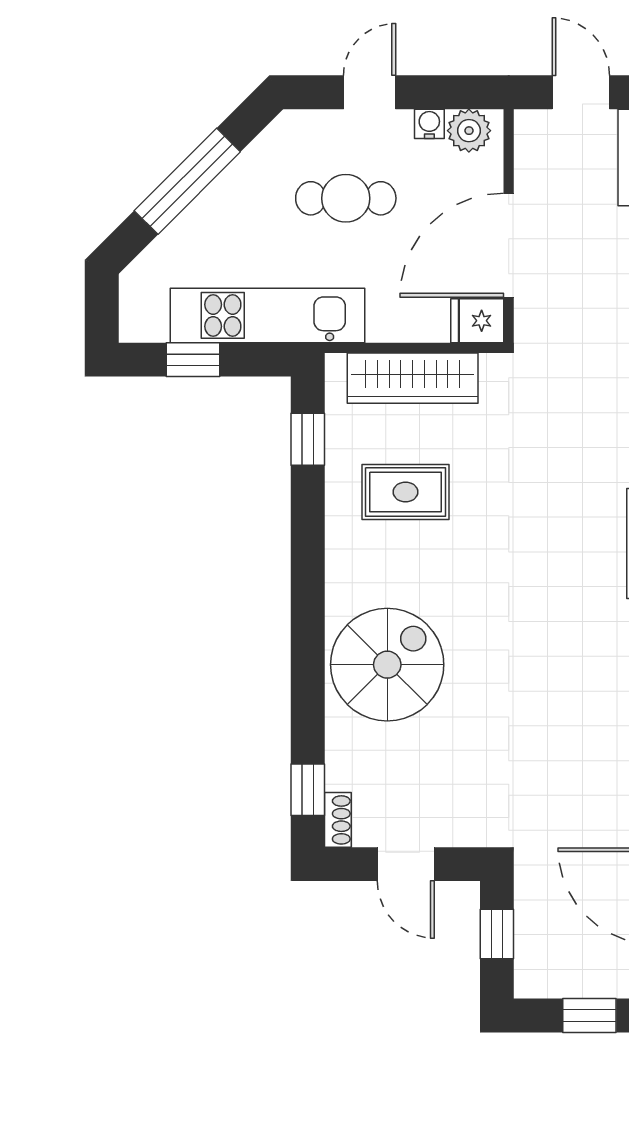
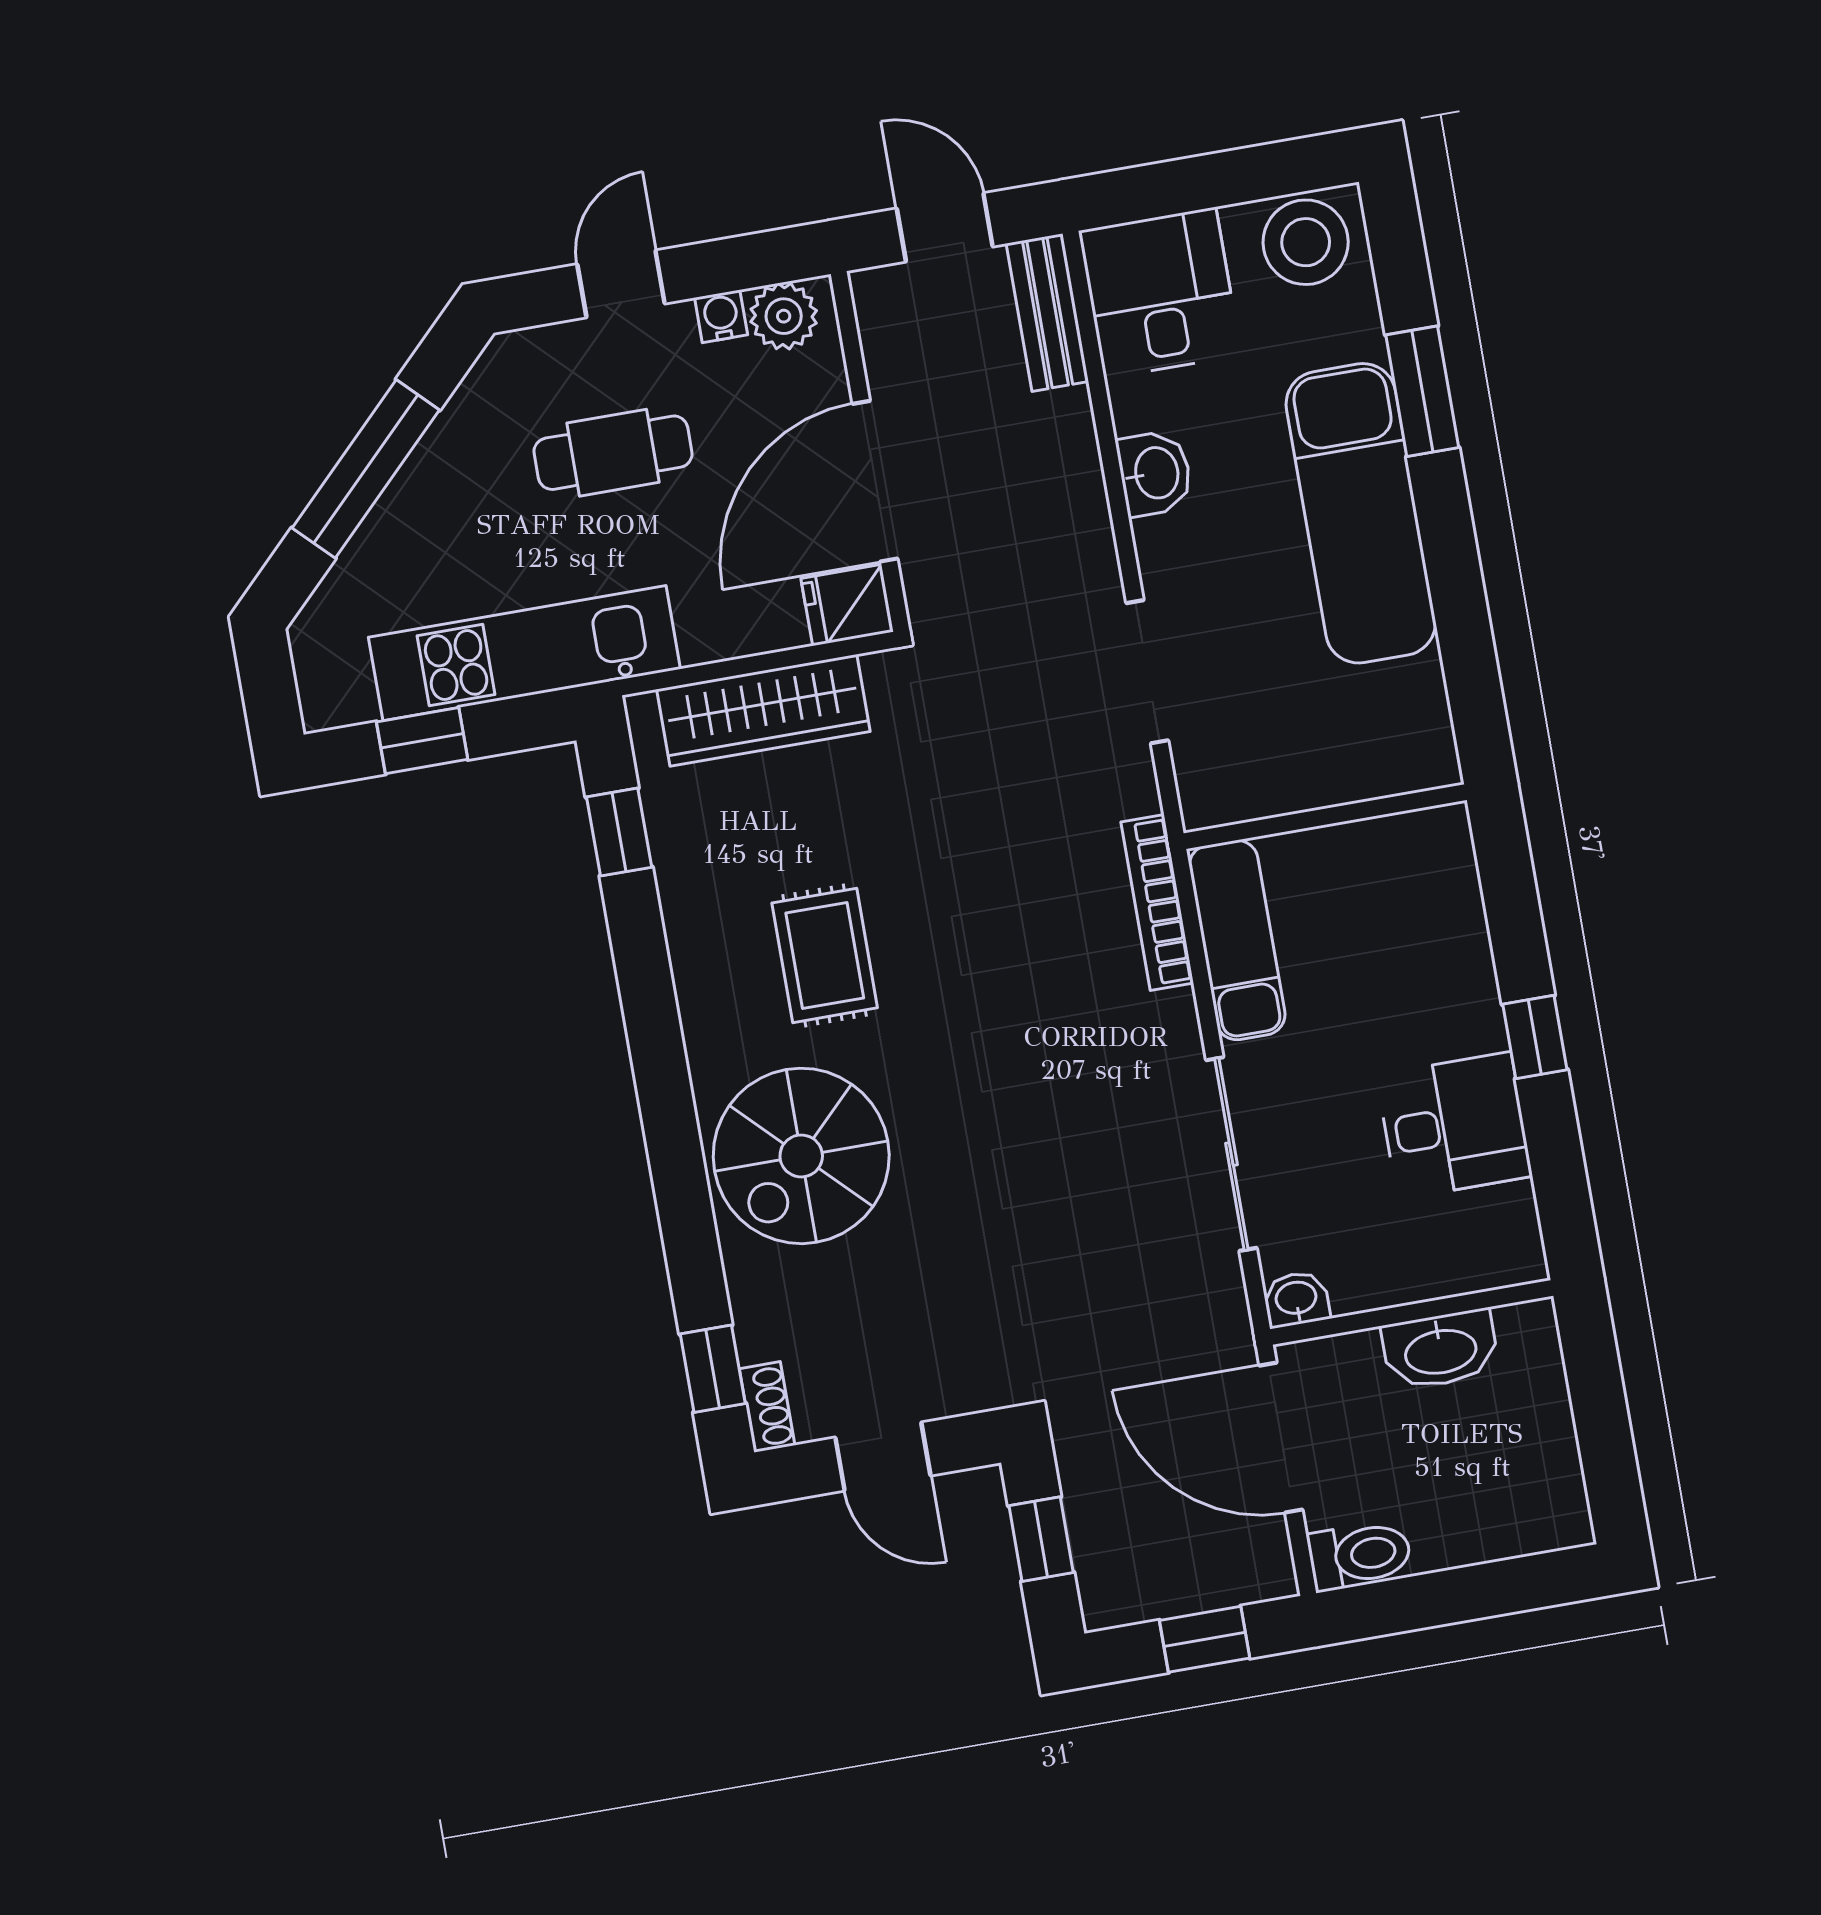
rug: (405, 492) -> (825, 955), moved, turned 90
spiral stairs: (387, 665) -> (801, 1156), turned 180

